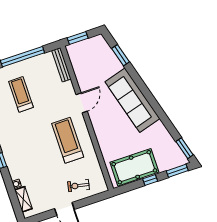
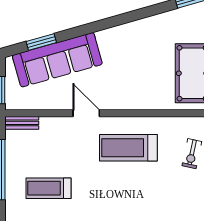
bench: (61, 65) -> (22, 123), width x0.73
sofa: (132, 100) -> (57, 60), moved

